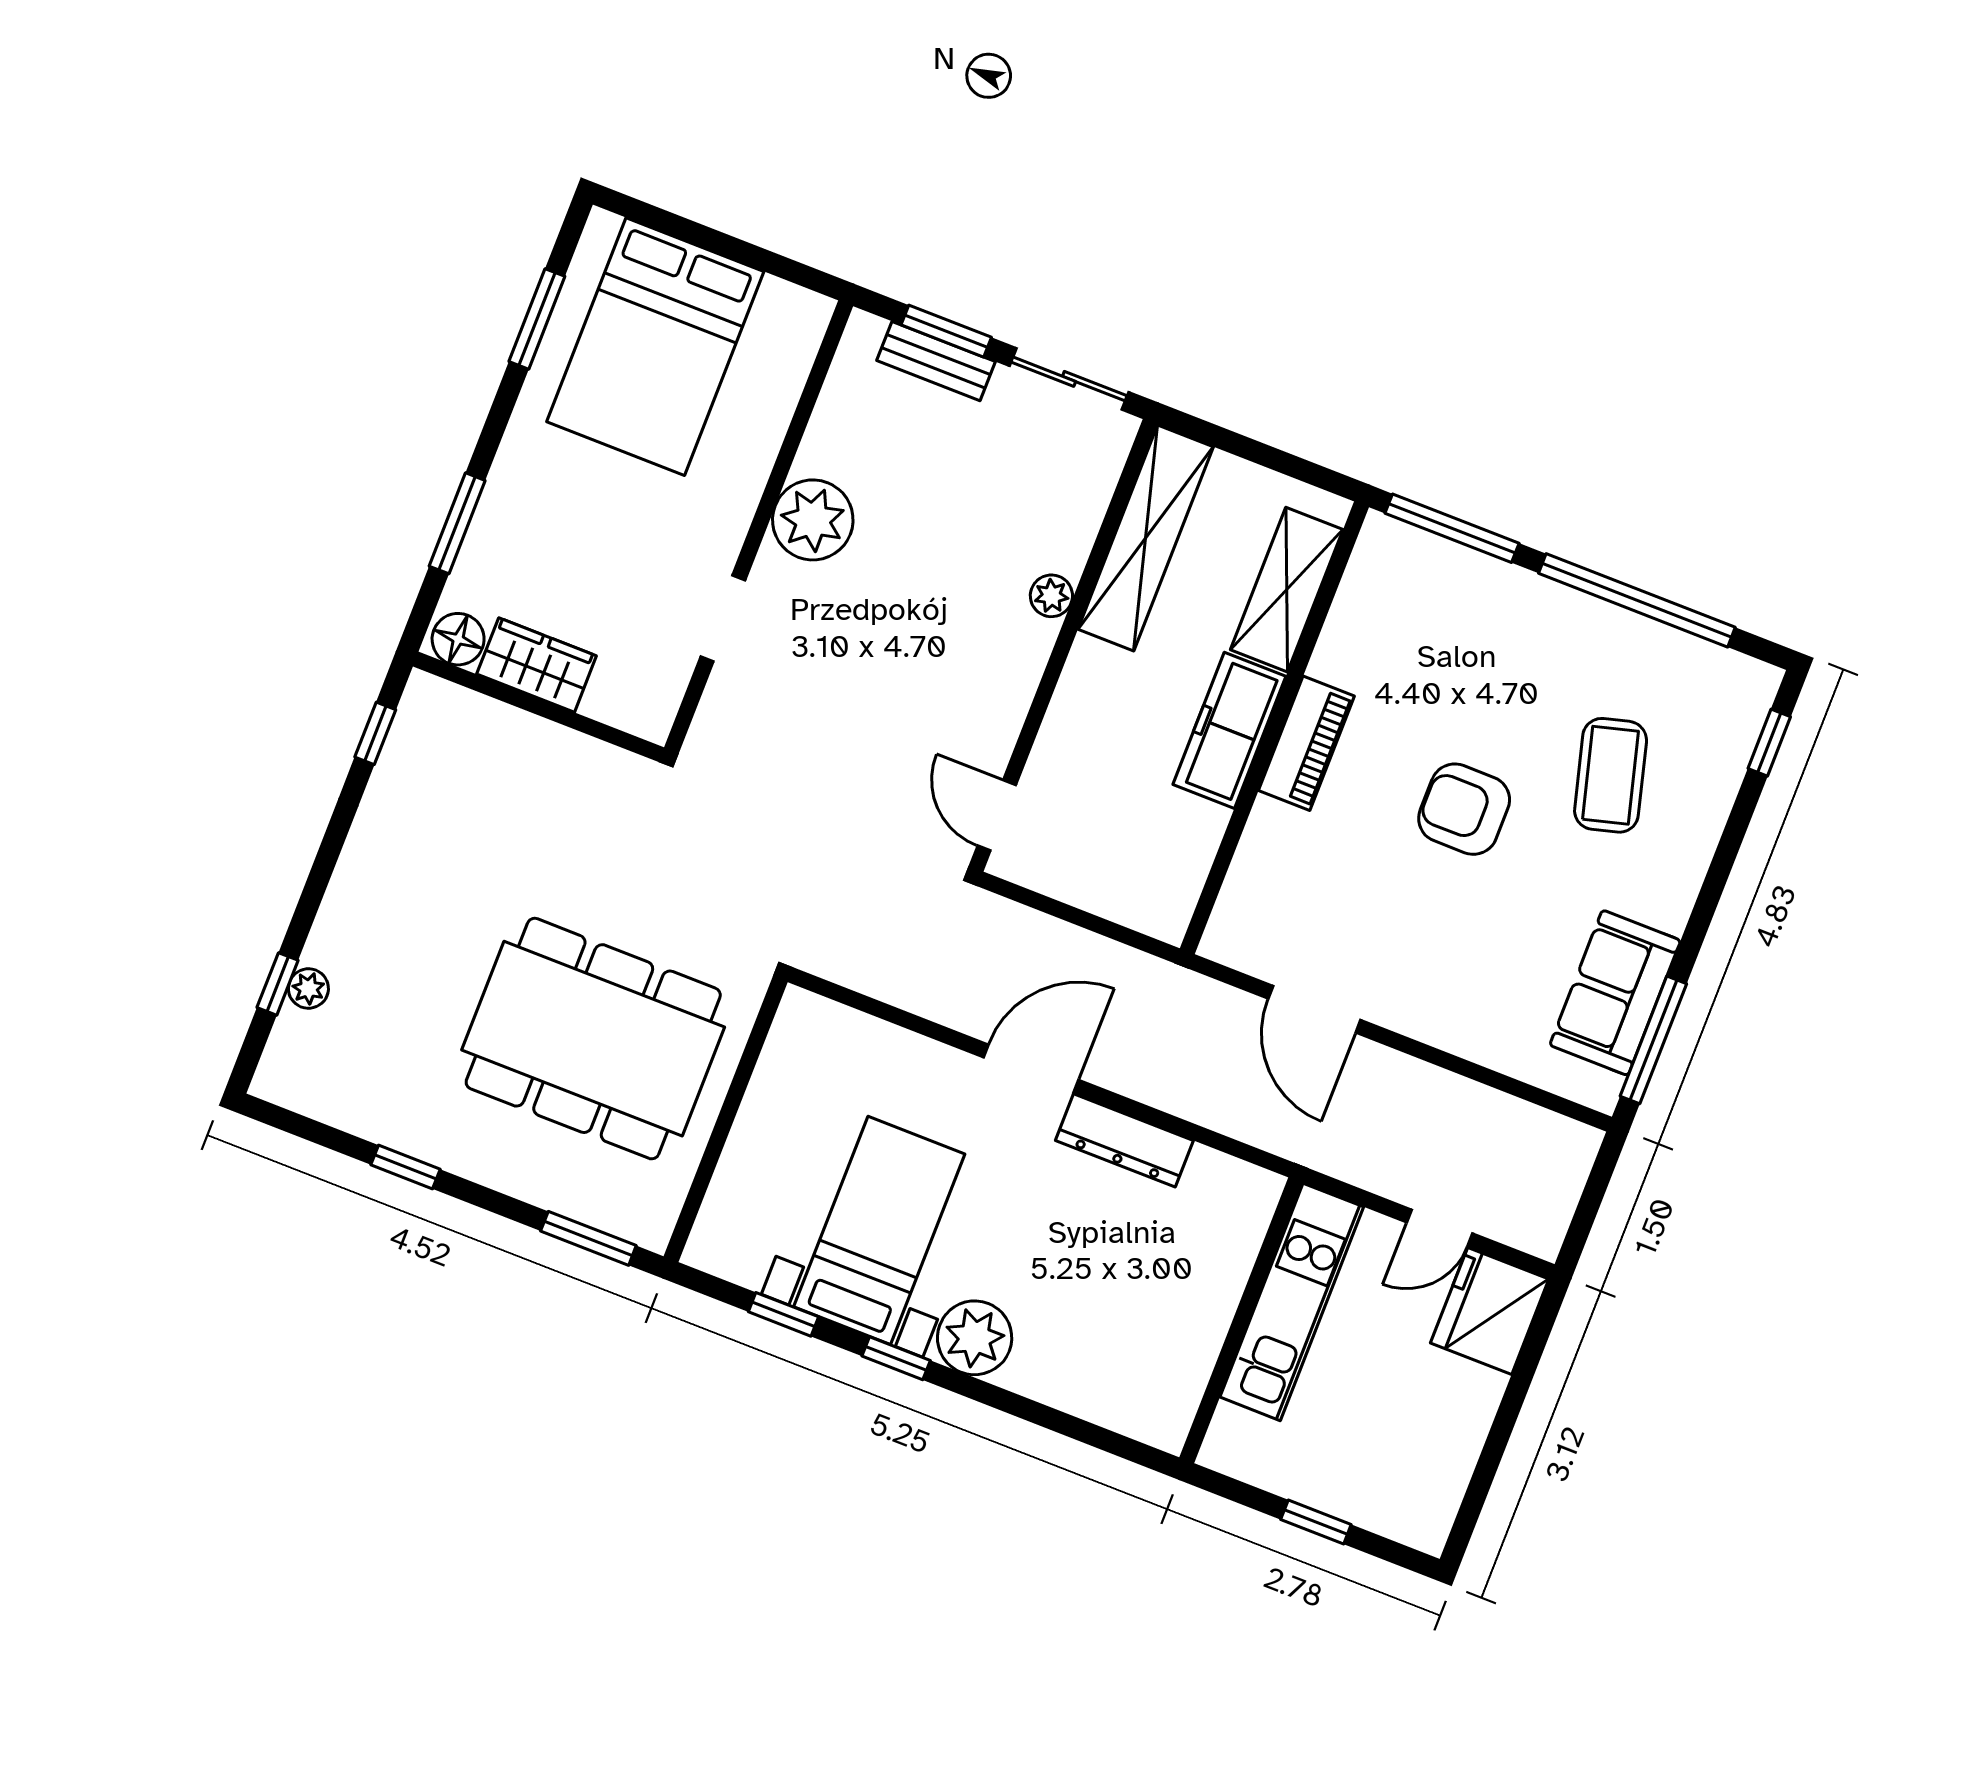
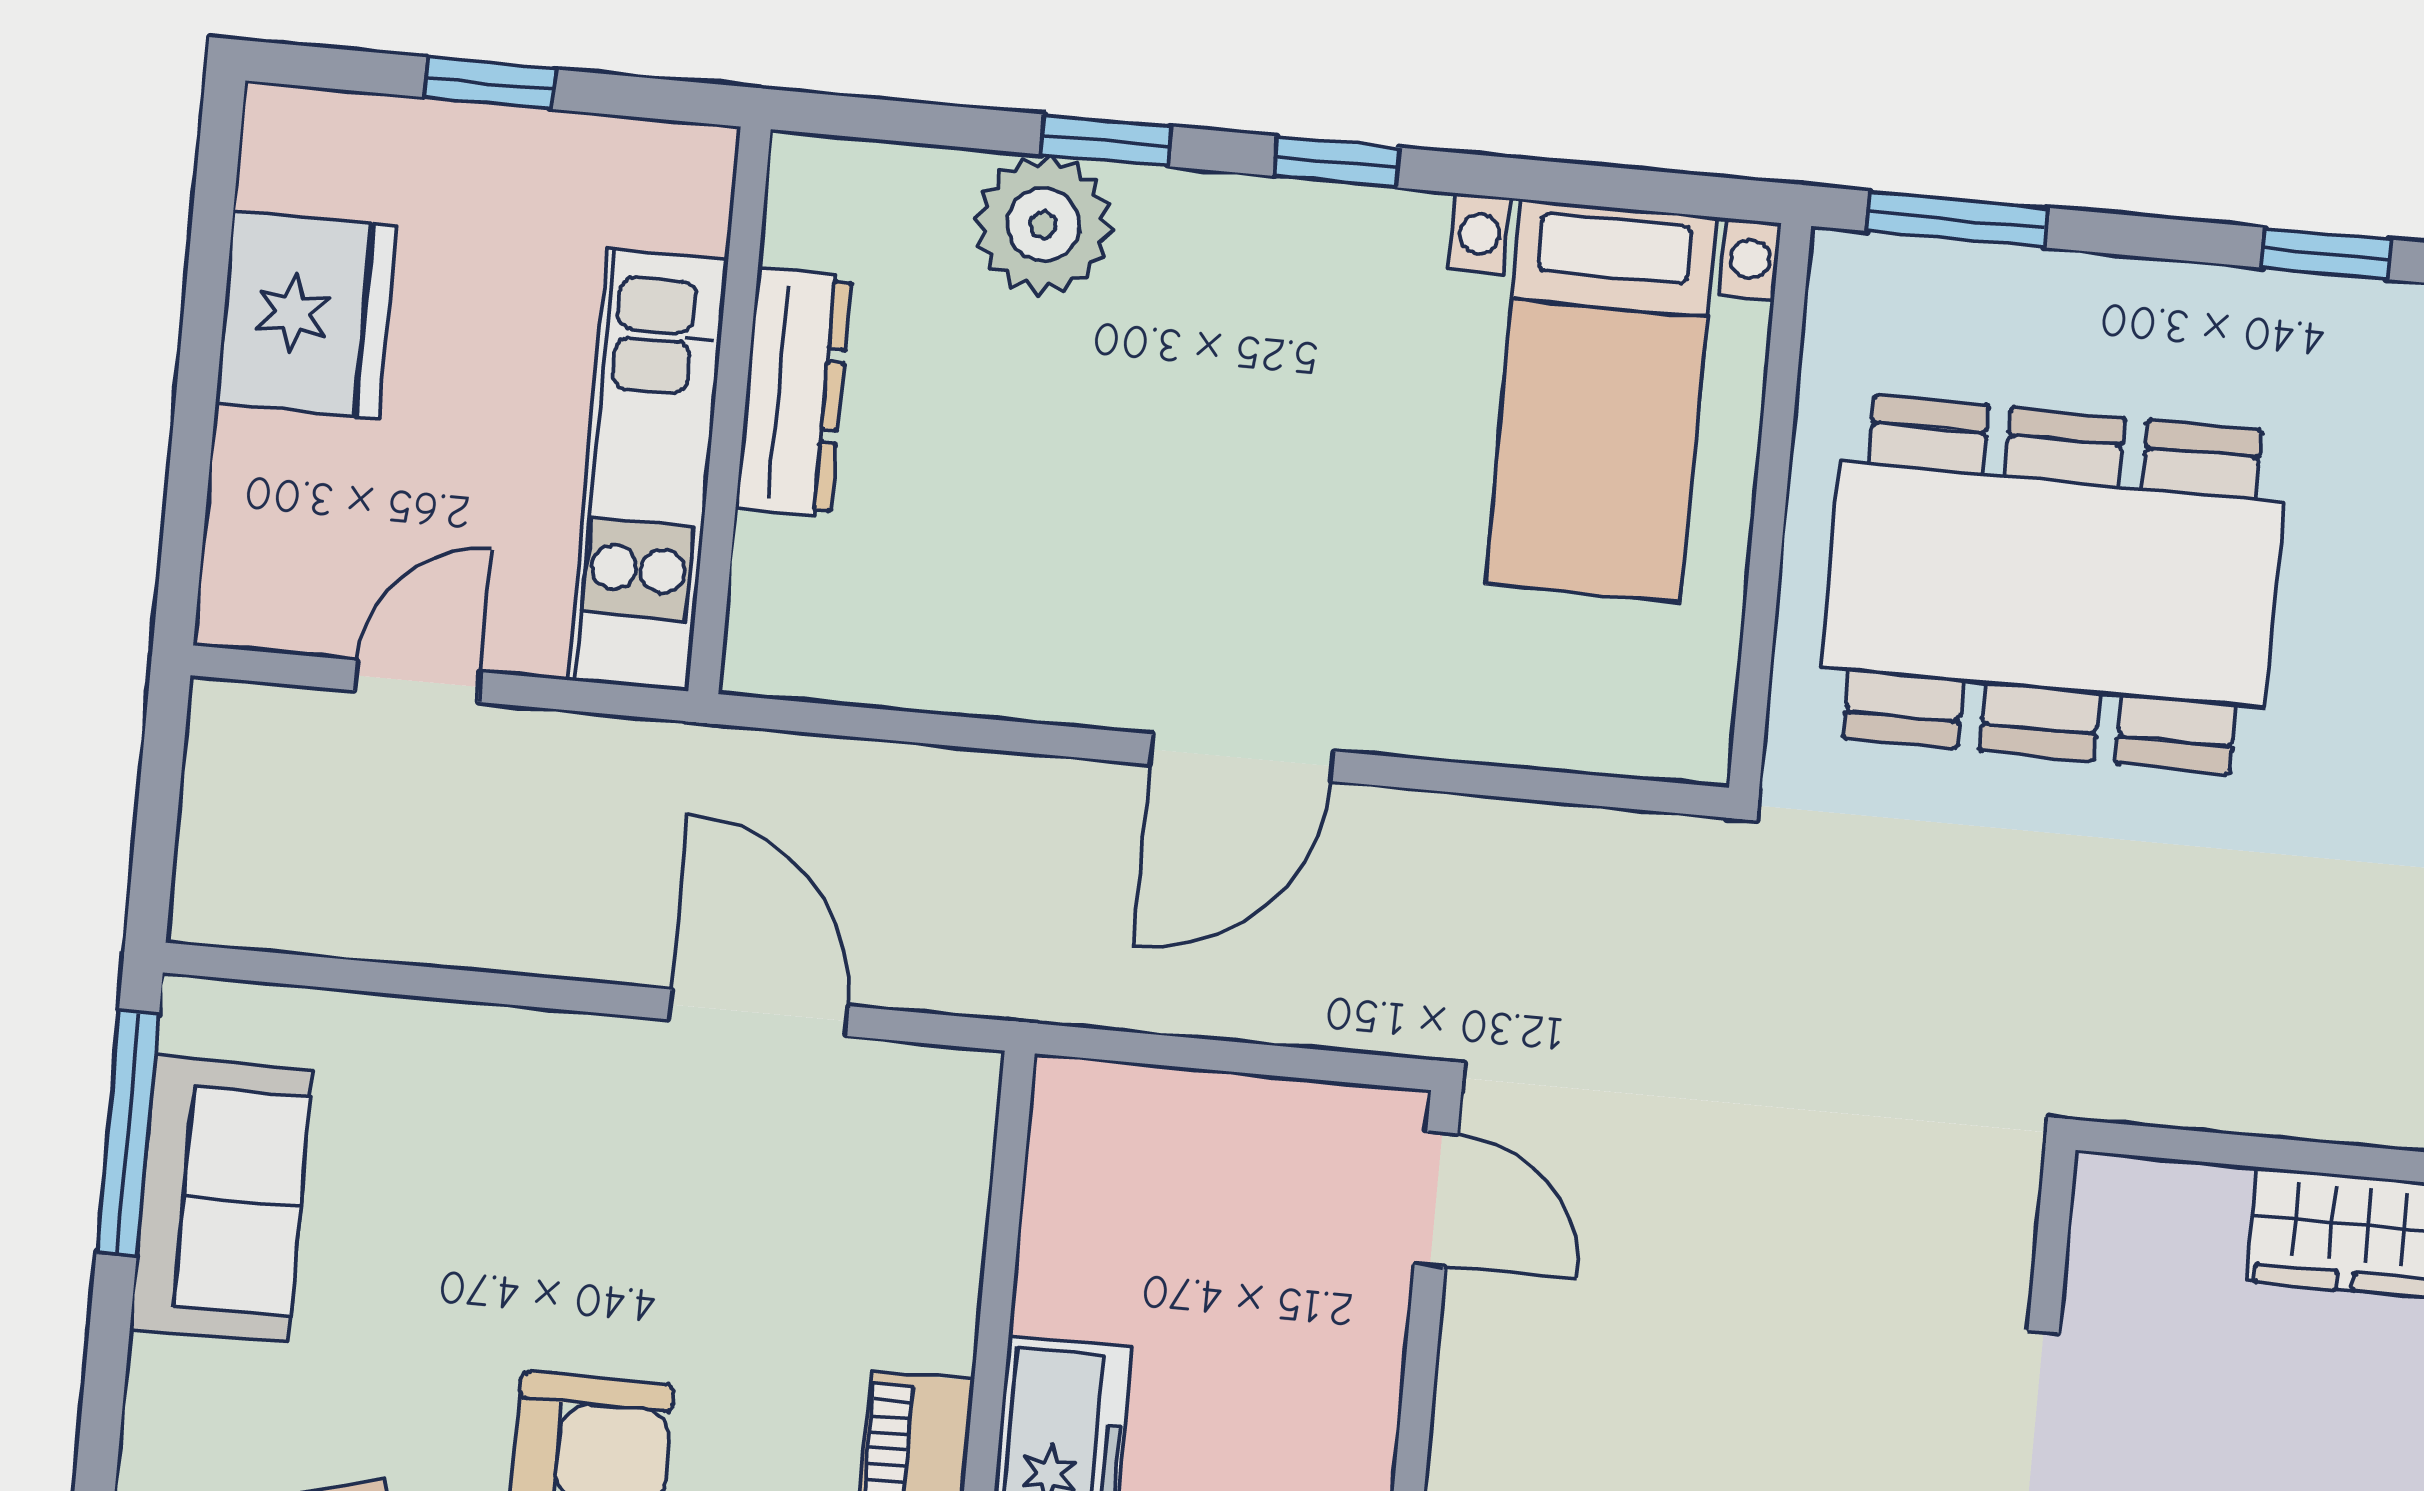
dresser: (1124, 1140) -> (794, 393), moved, turned 90
bed with nightstands: (879, 1230) -> (1601, 401), moved
fridge: (1490, 1311) -> (306, 314), moved
window: (783, 1314) -> (1106, 140), moved
plant: (975, 1338) -> (1043, 225), moved

